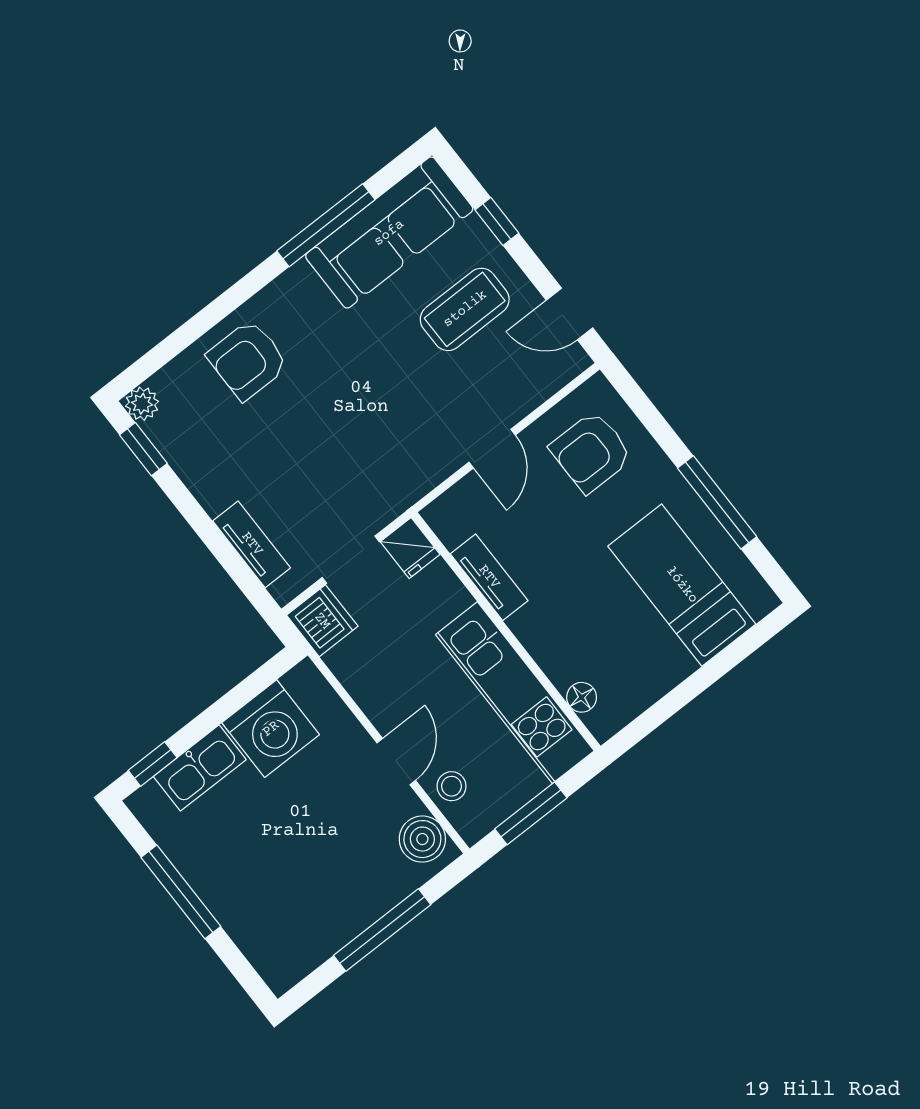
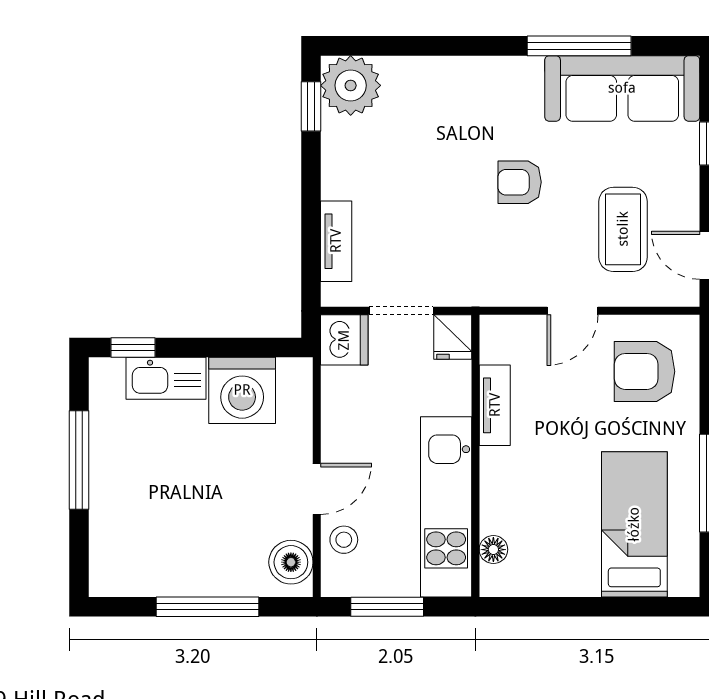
coffee table: (465, 309) -> (623, 229), moved, turned 90
armchair: (248, 360) -> (520, 182), moved, width x0.72, depth x0.72
plant: (142, 404) -> (351, 85), width x1.88, depth x1.88

